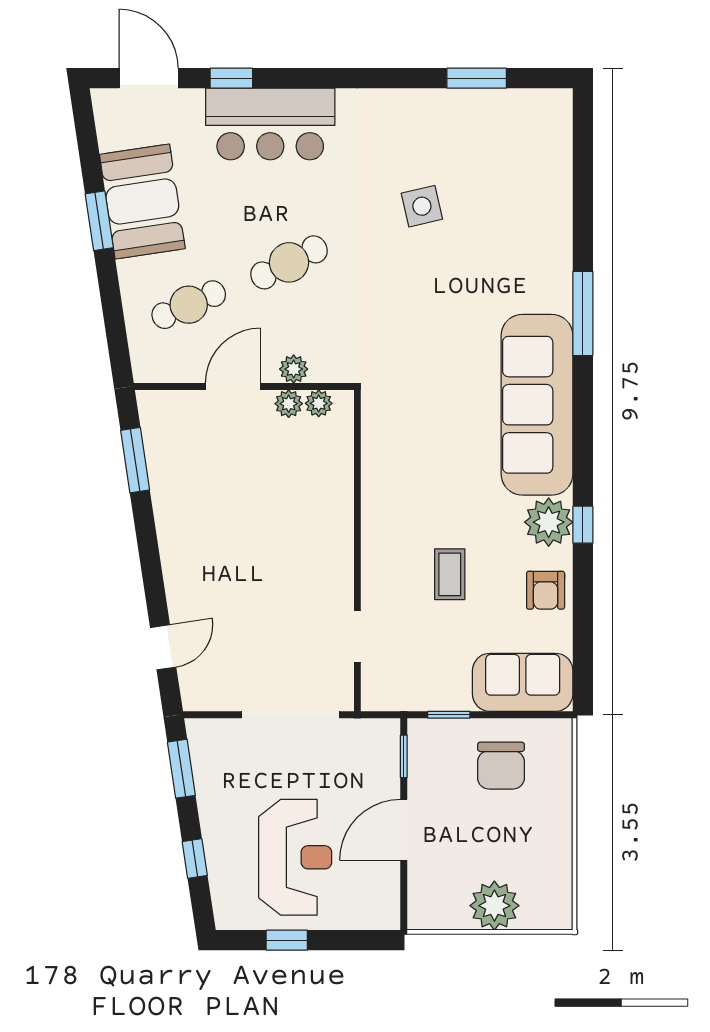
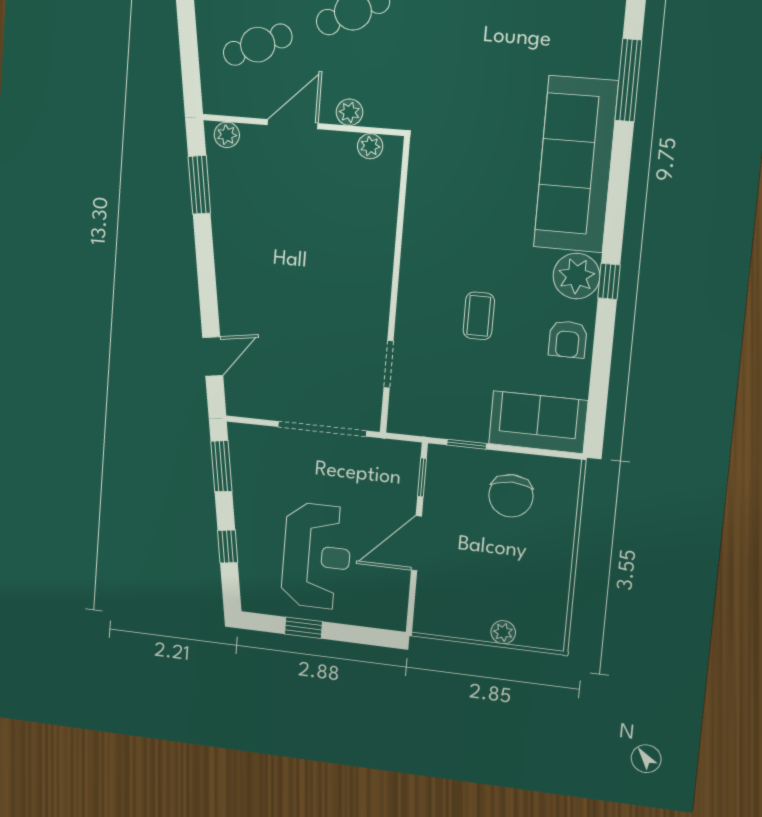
plant: (289, 404) -> (227, 135), moved
plant: (494, 906) -> (503, 632), width x0.53, depth x0.53

